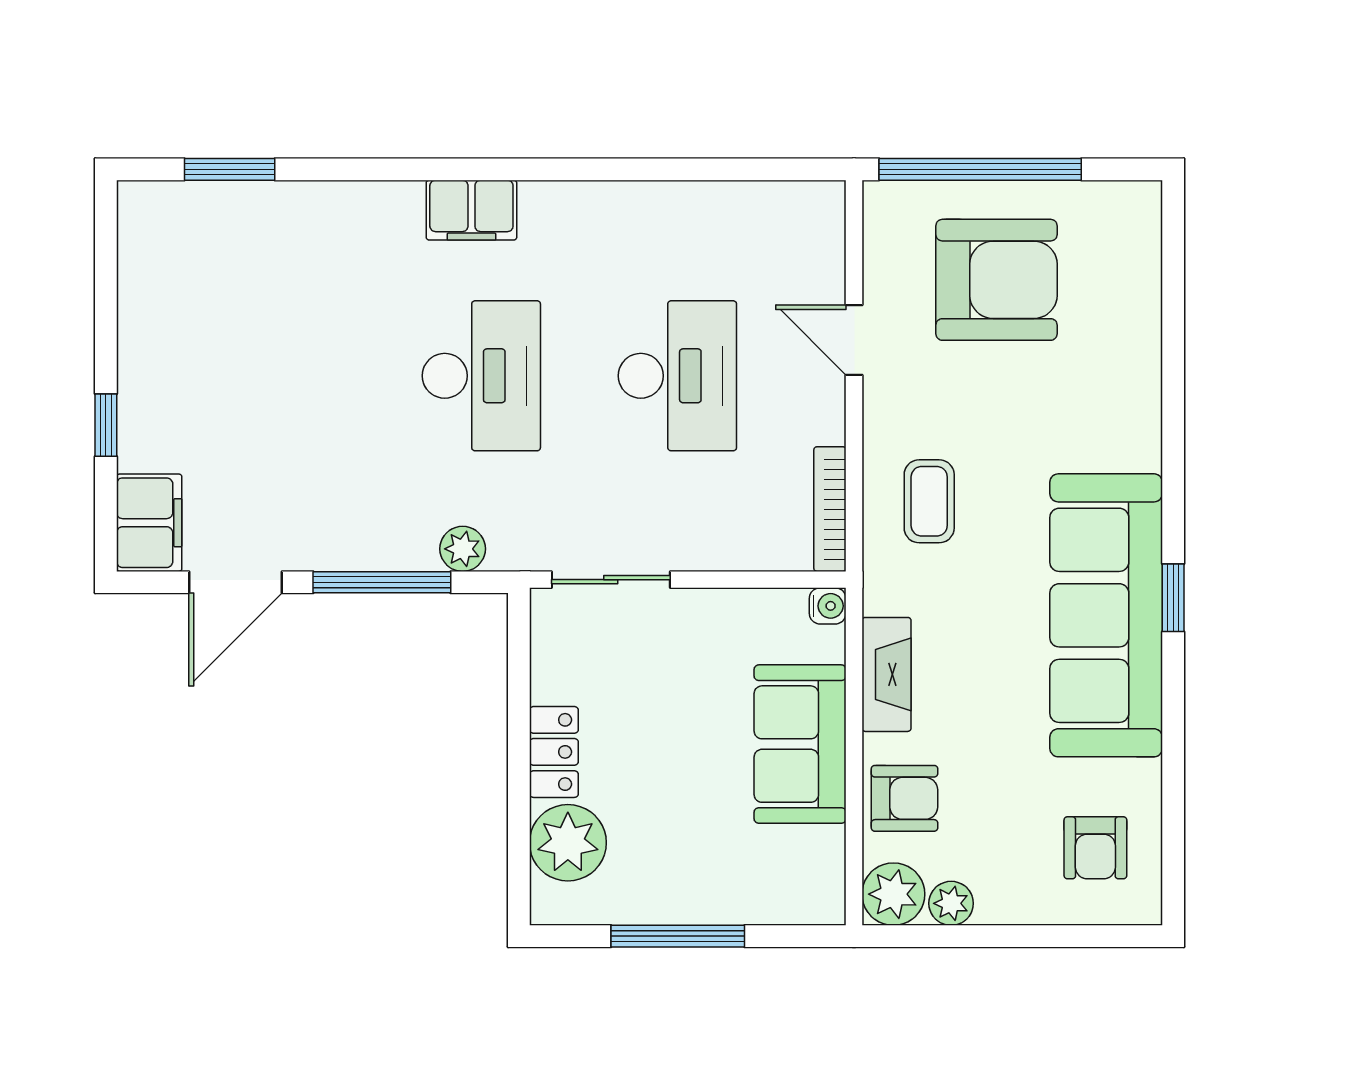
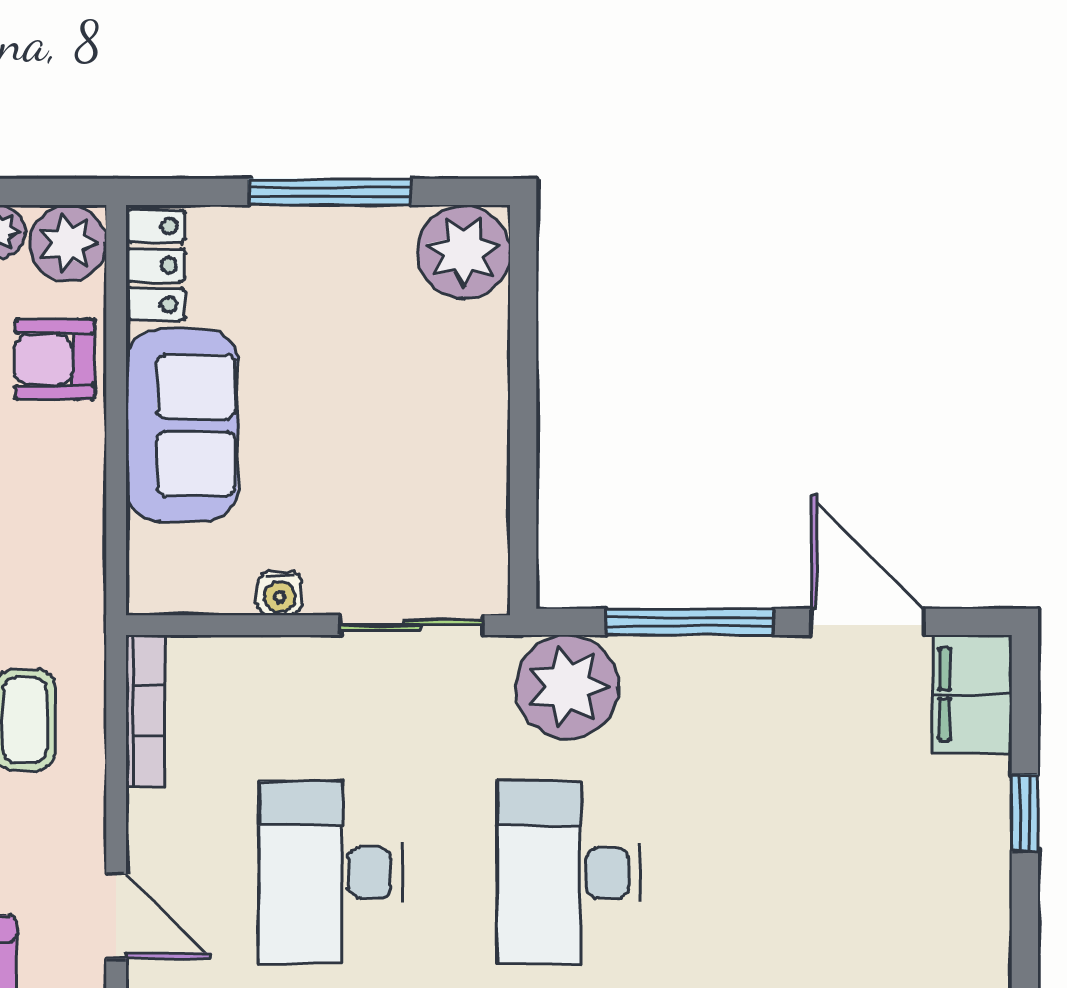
plant: (463, 549) -> (567, 687), width x1.88, depth x1.88
door: (235, 582) -> (867, 622), hinge flipped
water cooler: (828, 606) -> (280, 593), moved, turned -90
fireplace: (886, 674) -> (77, 510), removed
locker: (554, 752) -> (155, 265), moved, turned 180
plant: (568, 843) -> (464, 252), moved

